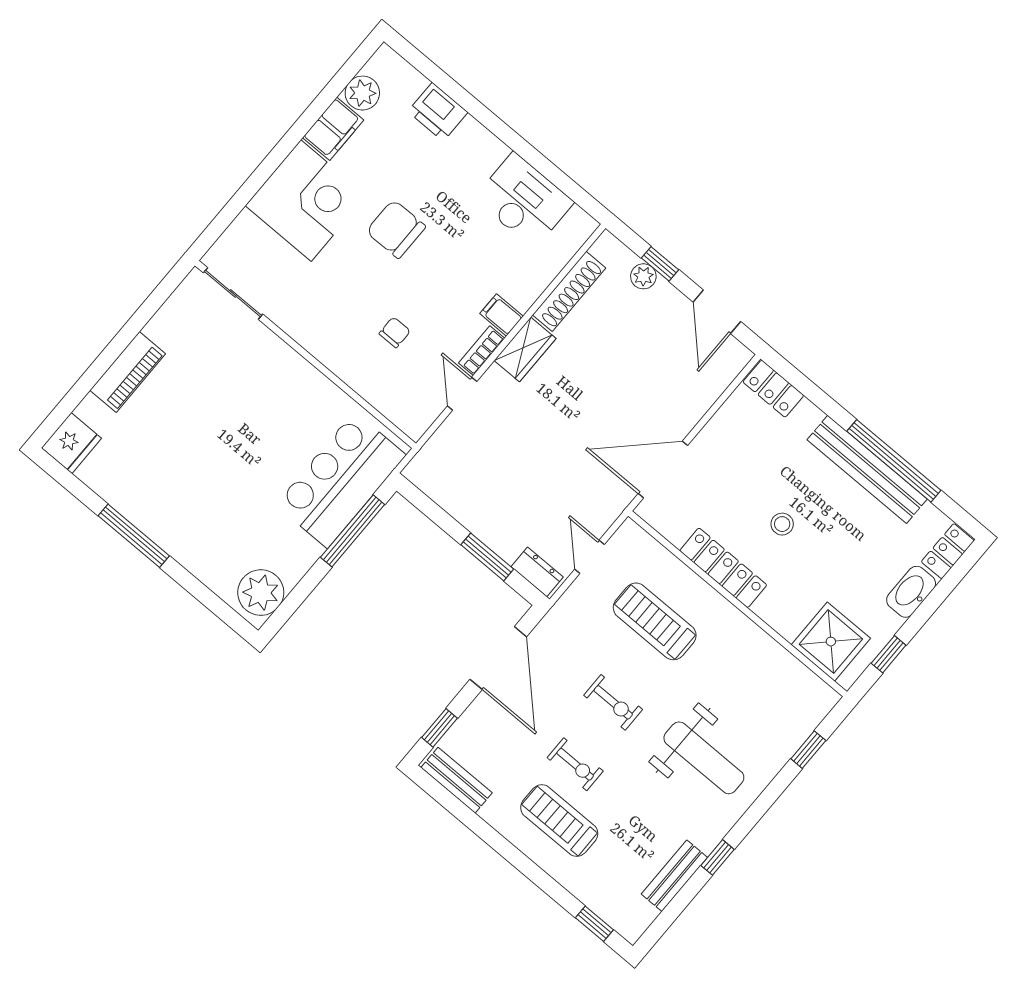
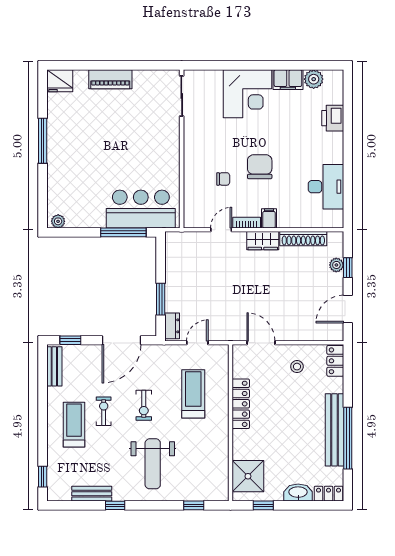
chair: (396, 229) -> (260, 167), moved
door: (663, 470) -> (261, 343), width x0.73
stool: (782, 524) -> (297, 367), moved
plant: (261, 593) -> (58, 221), width x0.53, depth x0.53
exercise bike: (575, 764) -> (104, 411), turned 180

